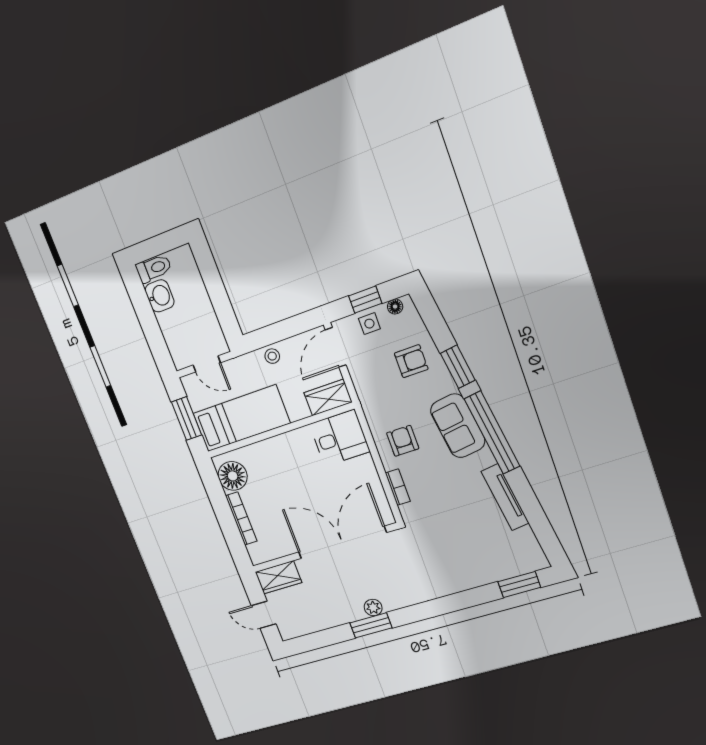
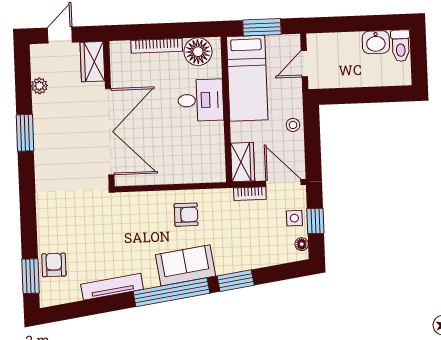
armchair: (411, 361) -> (54, 265), moved, turned 180
desk: (340, 438) -> (201, 100), moved, turned -90
bookcase: (398, 487) -> (250, 194), moved
plant: (373, 608) -> (39, 86), moved

